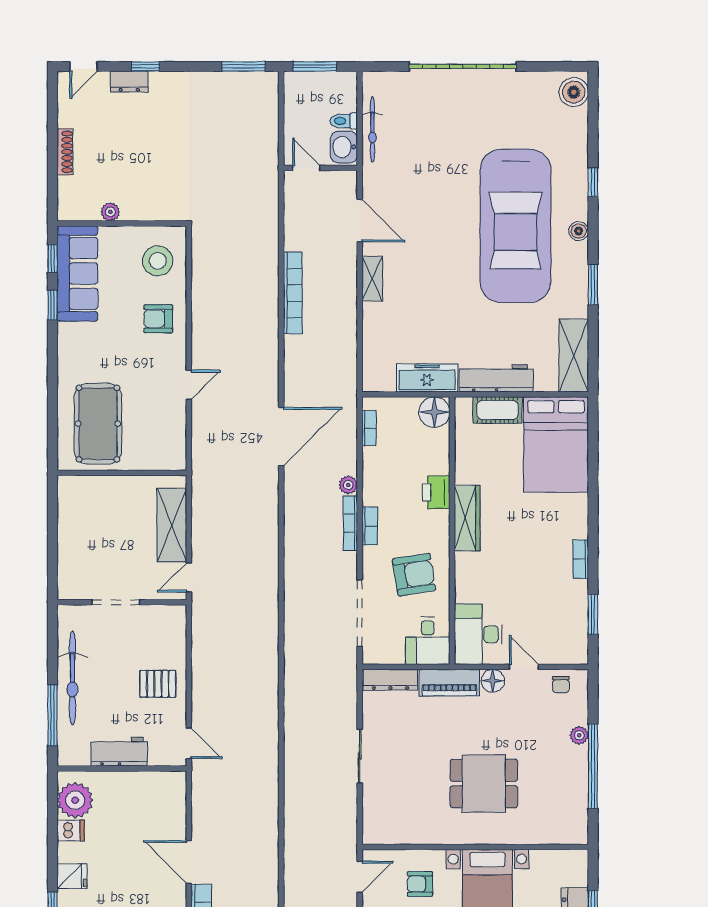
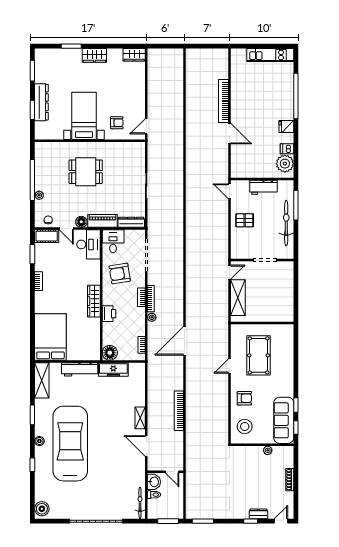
bicycle: (372, 130) -> (140, 503), moved
cot: (497, 410) -> (47, 236), moved
pool table: (98, 424) -> (259, 355), moved

